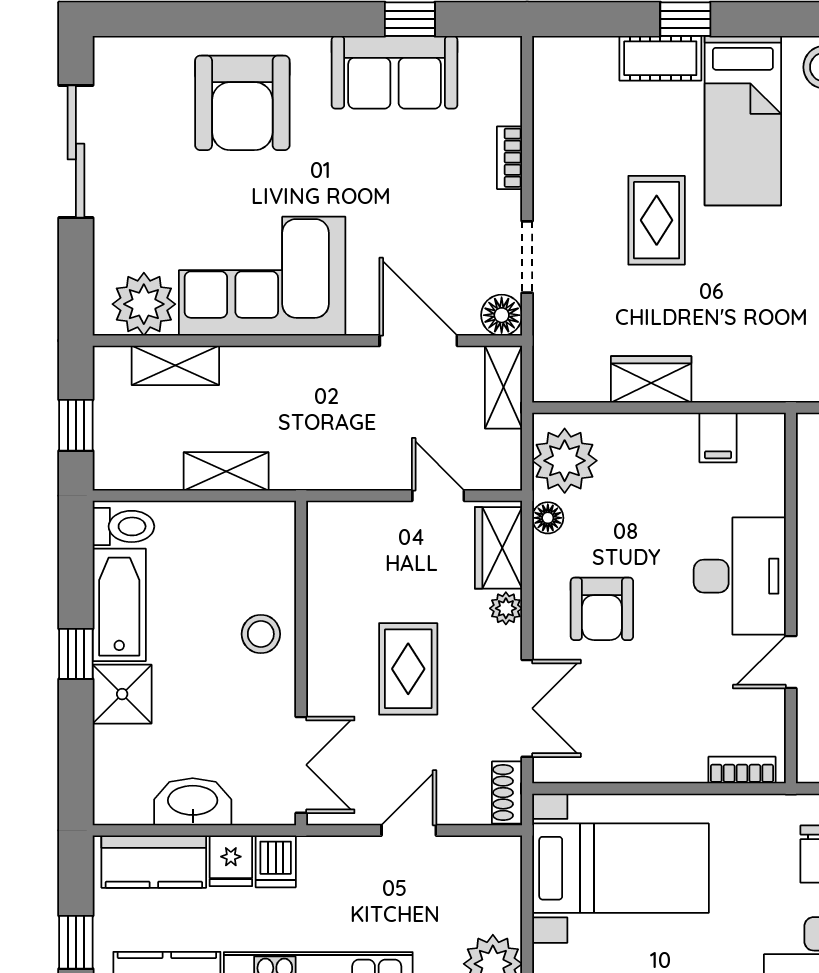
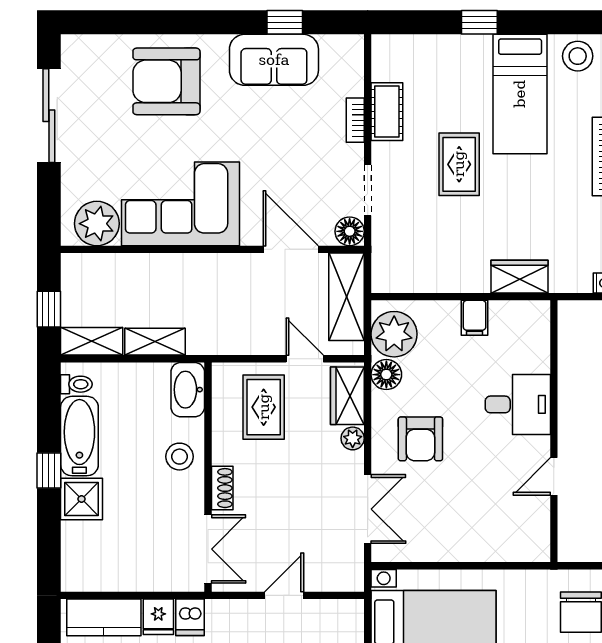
cot: (660, 58) -> (387, 112), moved, turned 90
armchair: (242, 103) -> (166, 81), turned 90
shelving: (175, 365) -> (92, 341), moved
wardrobe: (651, 379) -> (520, 277), moved
shelving: (503, 387) -> (347, 297), width x1.50, depth x1.33
filing cabinet: (718, 437) -> (475, 318), moved
floor lamp: (548, 518) -> (386, 375), width x1.37, depth x1.37
toilet: (123, 526) -> (76, 384), width x0.73, depth x0.72
desk: (740, 576) -> (518, 404), width x0.73
rug: (408, 669) -> (264, 407), moved
bookcase: (742, 770) -> (519, 553), removed
shoe rack: (507, 793) -> (222, 488), moved, turned 180
washbasin: (193, 802) -> (188, 390), moved, turned -90

